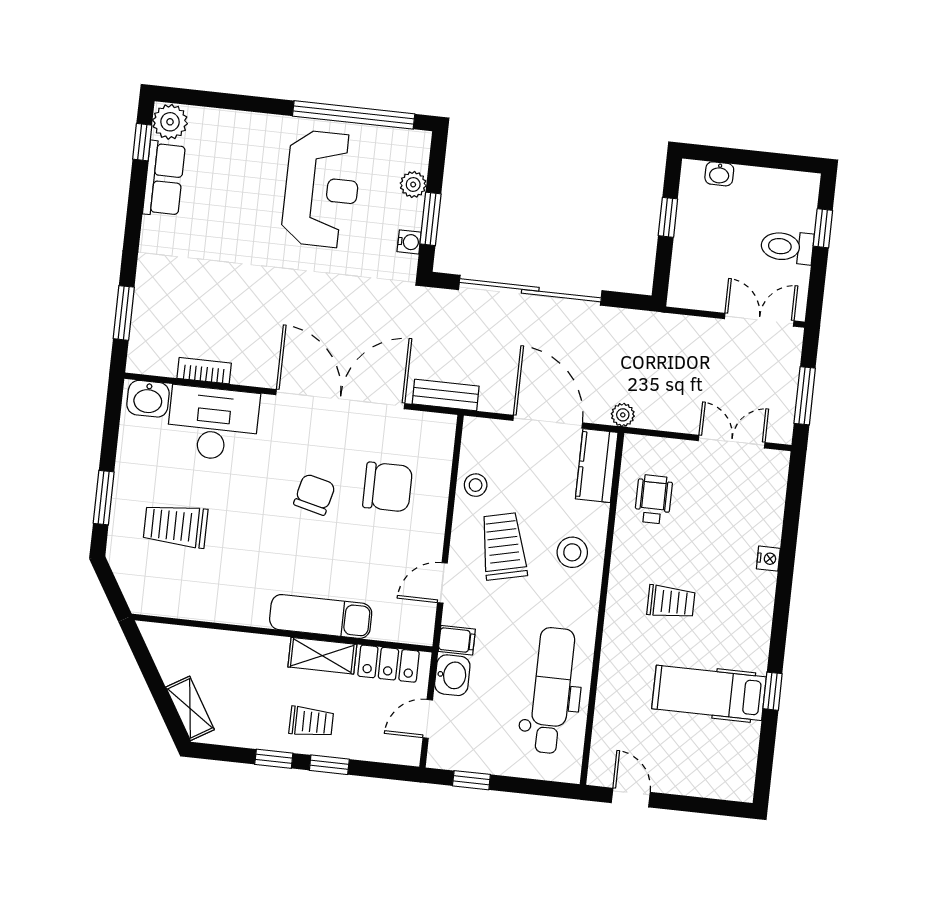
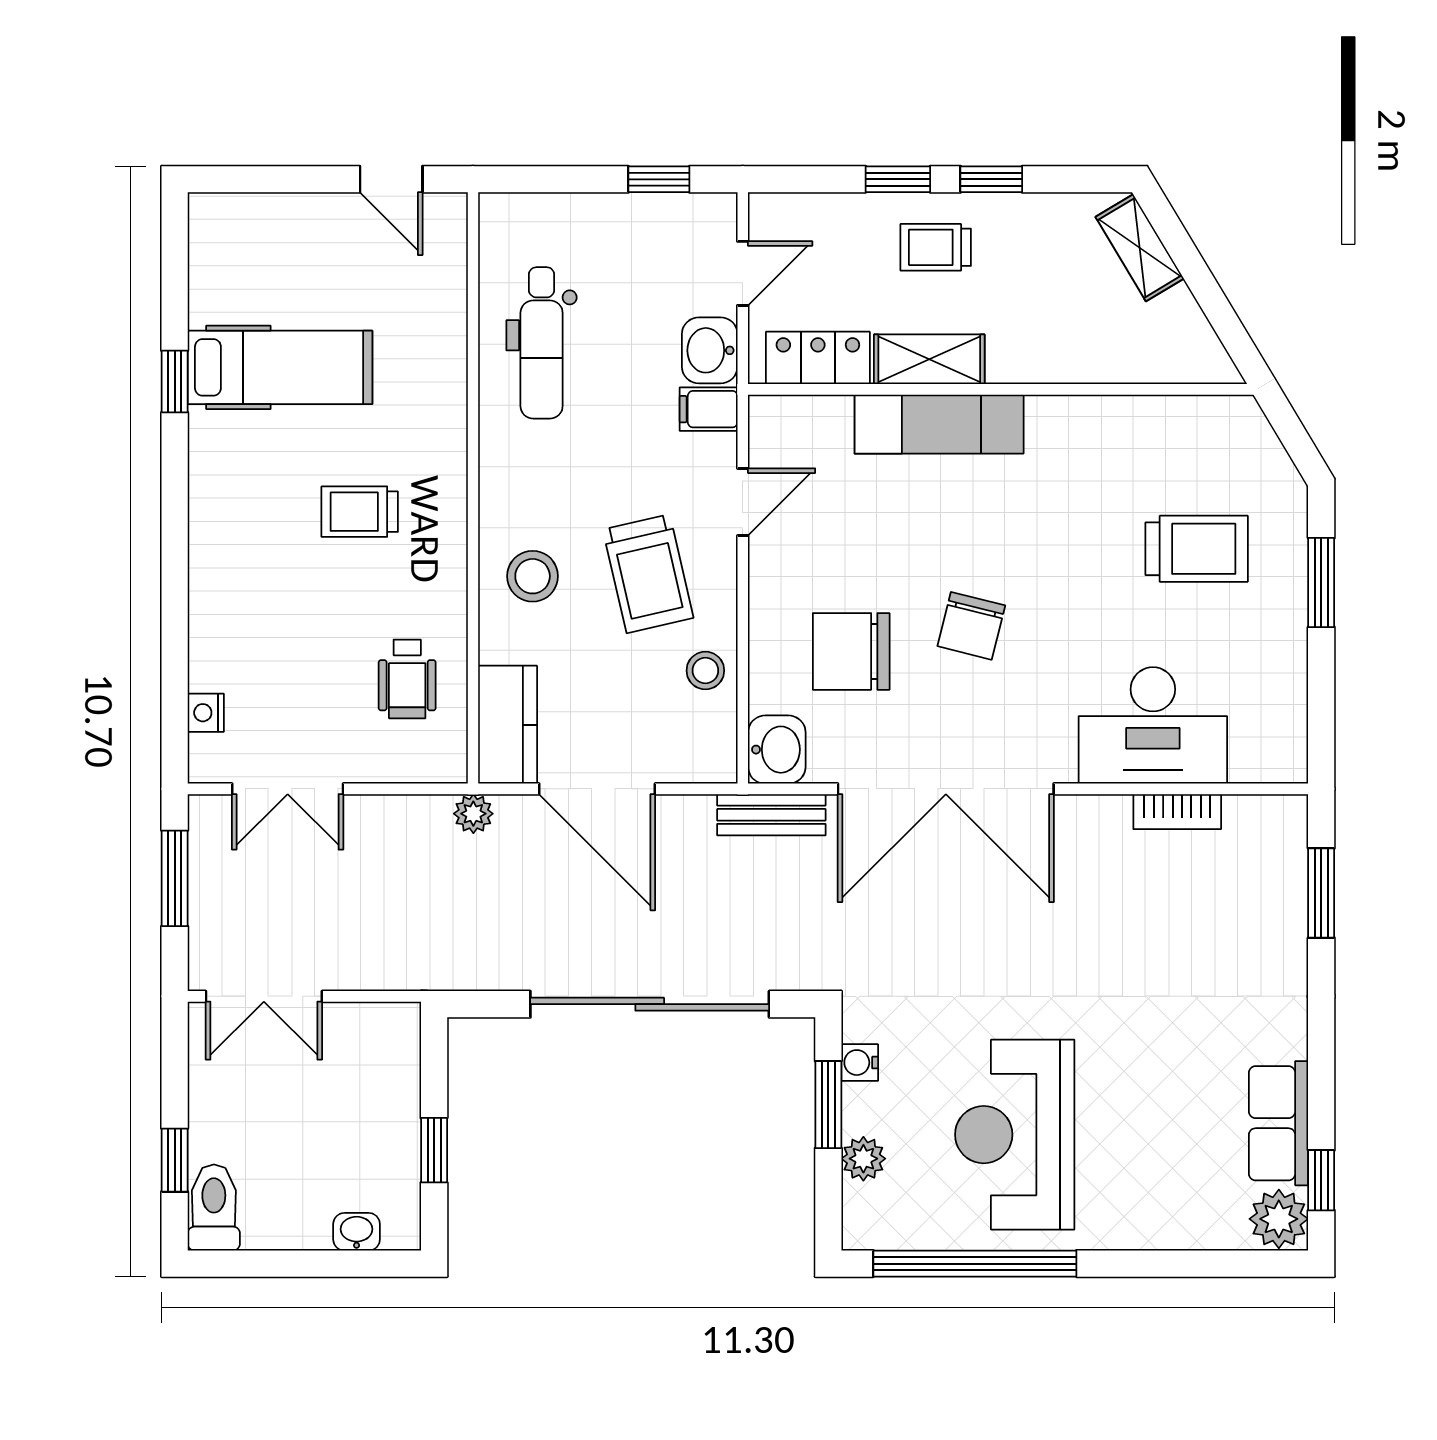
toilet: (787, 247) -> (214, 1208), moved, turned -90
washbasin: (148, 399) -> (777, 750), moved, turned 90
nightstand: (768, 559) -> (206, 713), moved
dental chair: (552, 691) -> (542, 343), width x0.73, depth x0.72

